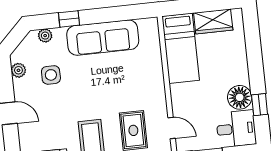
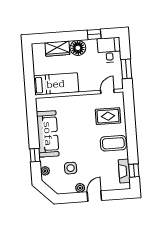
wardrobe: (213, 21) -> (57, 49), moved, turned 90
plant: (18, 70) -> (80, 188), moved
floor lamp: (240, 97) -> (78, 48), moved

